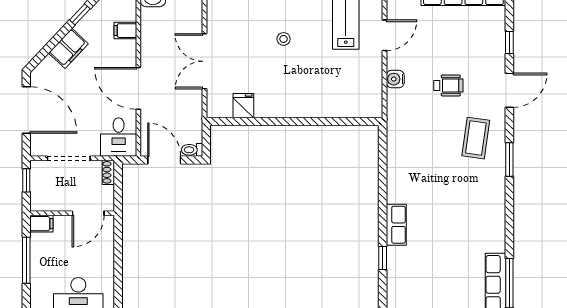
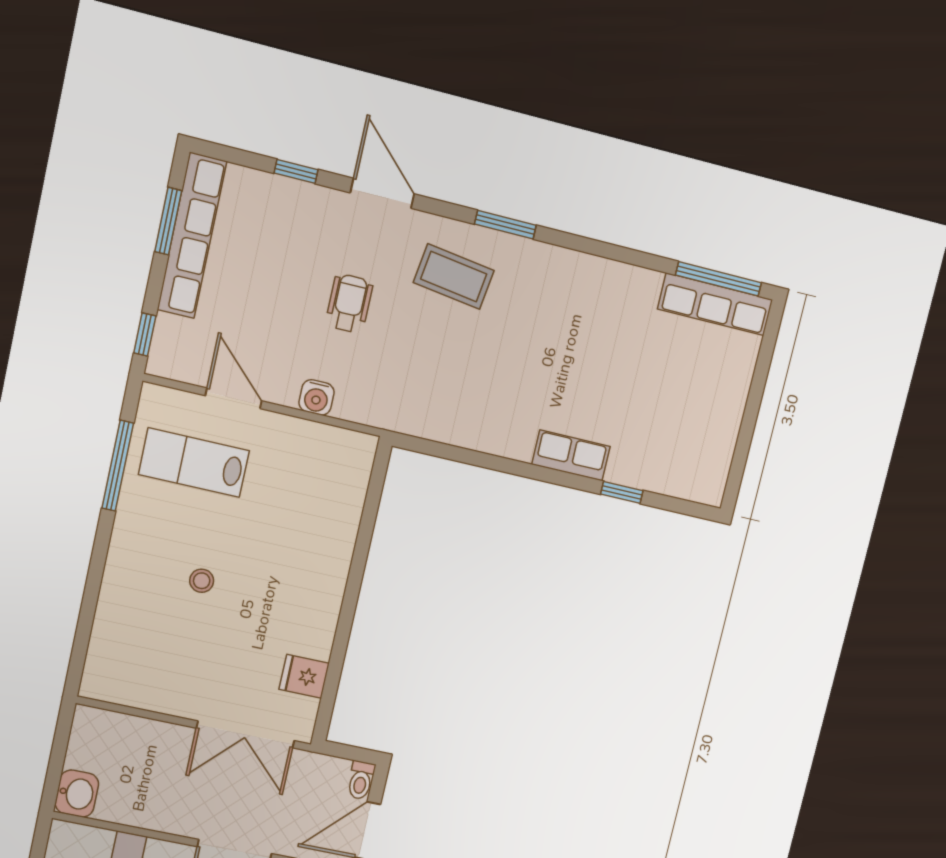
double door: (204, 61) -> (245, 734), moved

